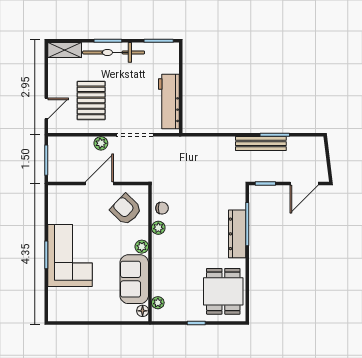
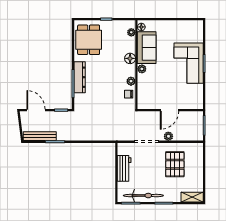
bicycle: (114, 52) -> (143, 196), moved
workbench: (169, 101) -> (124, 168), width x0.73
door: (46, 109) -> (204, 159), removed
bench: (261, 144) -> (40, 136), moved
door: (304, 183) -> (36, 110), hinge flipped
armchair: (126, 209) -> (152, 93), removed
floor lamp: (160, 263) -> (130, 58), added

